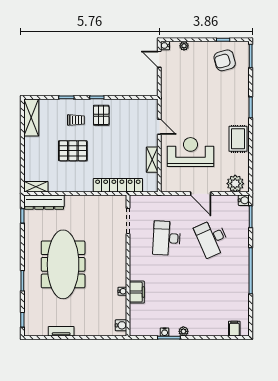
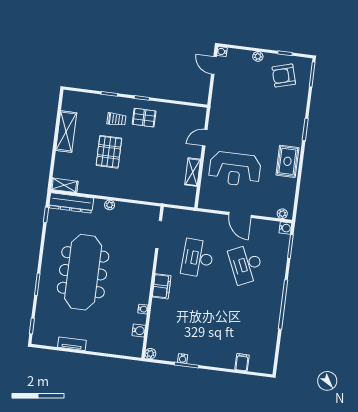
plant: (184, 46) -> (258, 56), moved
pallet: (101, 115) -> (144, 118), turned 90
shelving: (31, 118) -> (66, 132), moved
door: (159, 127) -> (205, 138), swing flipped
pallet: (73, 151) -> (109, 152), turned 90
reception desk: (190, 152) -> (235, 169), turned 180
plant: (235, 184) -> (282, 214), width x0.53, depth x0.53
locker: (118, 185) -> (153, 195), removed
plant: (80, 200) -> (110, 205), added
filing cabinet: (137, 292) -> (162, 286), moved
water cooler: (121, 325) -> (139, 331), moved
filing cabinet: (234, 329) -> (242, 362), moved
plant: (183, 331) -> (150, 354), moved

